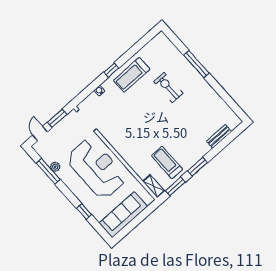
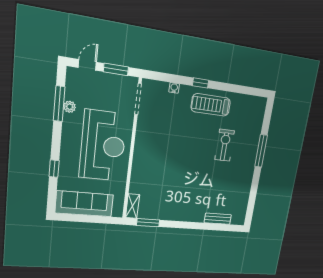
treadmill: (167, 162) -> (162, 199), removed
window: (197, 167) -> (180, 225), removed

